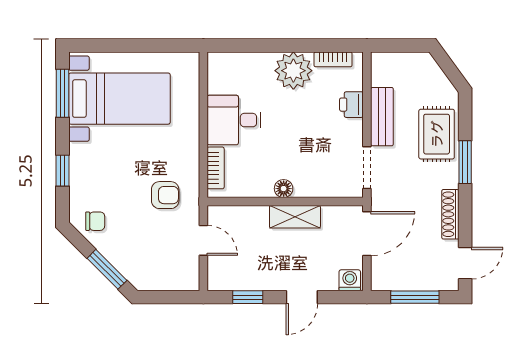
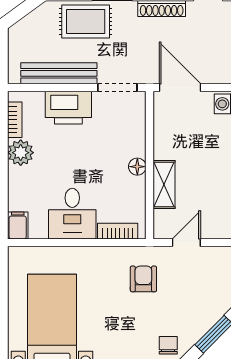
filing cabinet: (221, 62) -> (18, 226), added
plant: (293, 71) -> (21, 153), width x0.73, depth x0.73
printer: (351, 105) -> (68, 108), width x1.87, depth x1.48
bench: (382, 117) -> (59, 73), width x1.36
shelving: (295, 217) -> (164, 184), moved

